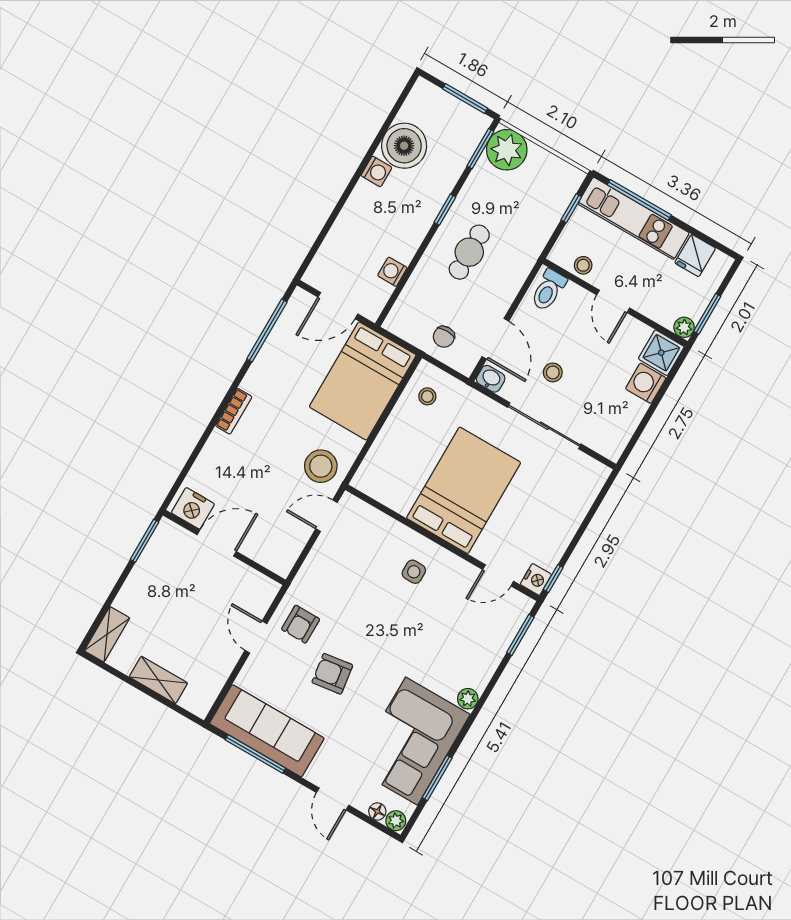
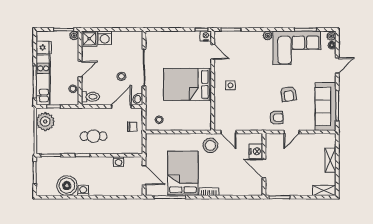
plant: (507, 150) -> (45, 121), moved
bed: (363, 381) -> (183, 173), moved, turned -90
nightstand: (193, 508) -> (256, 151), moved

